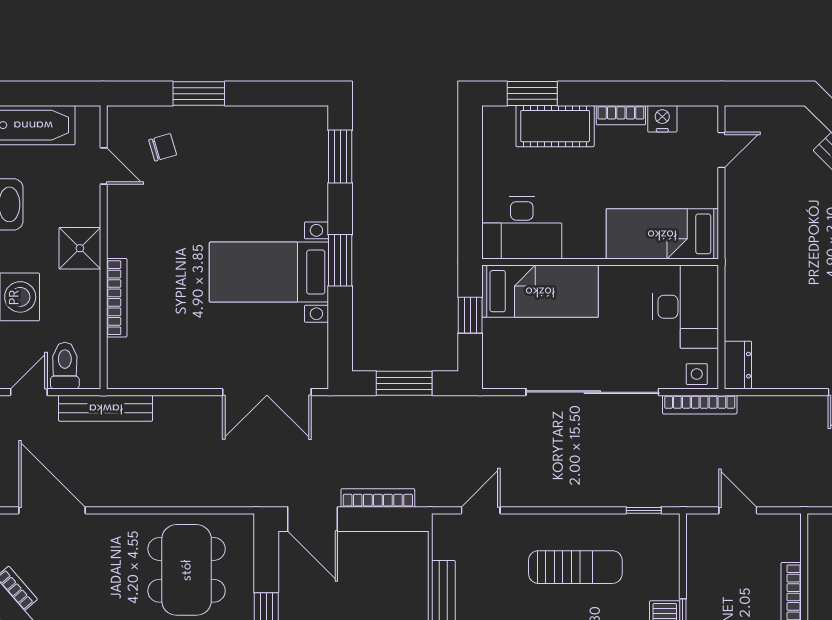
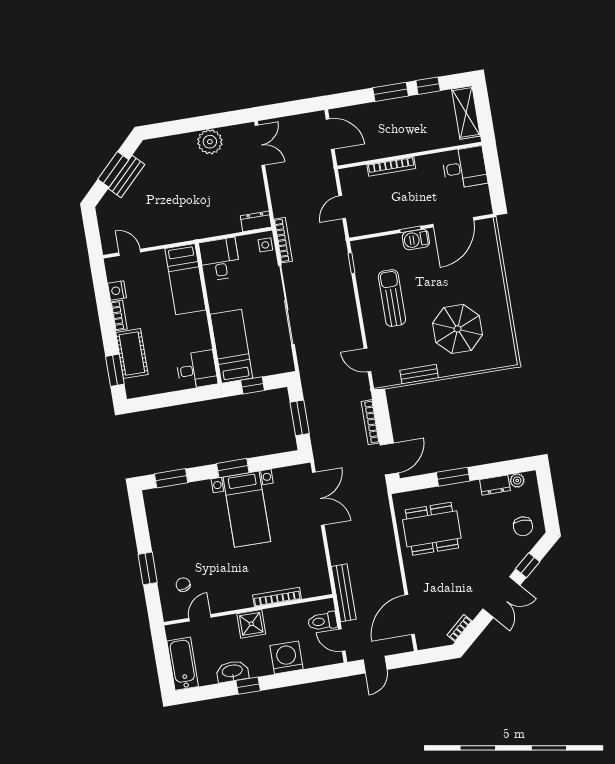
desk: (522, 228) -> (197, 370), width x0.73
desk: (686, 307) -> (220, 259), width x0.73

